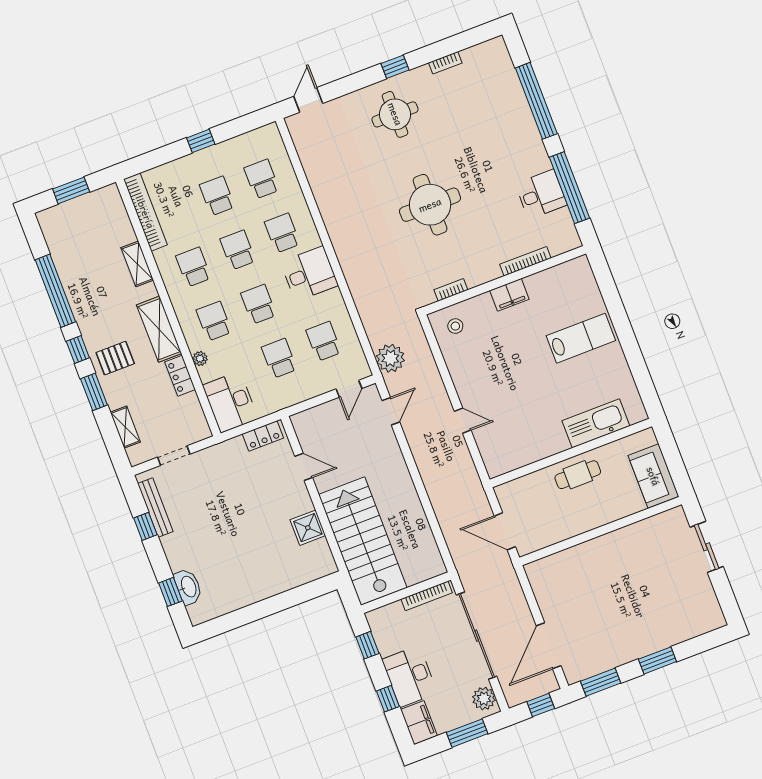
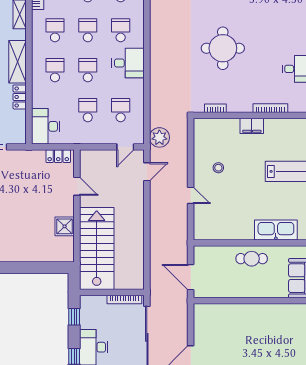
stool: (455, 326) -> (218, 168), moved
plant: (200, 359) -> (37, 91), removed

